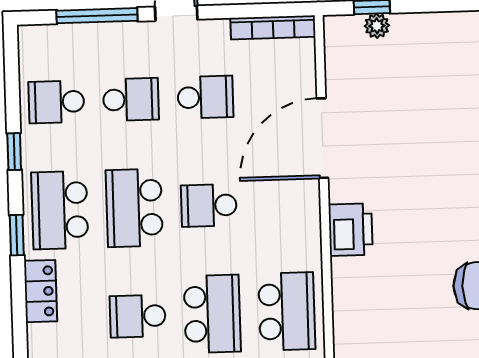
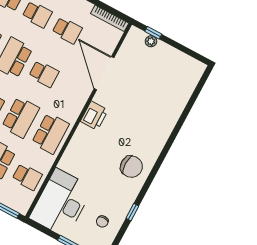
door: (322, 138) -> (104, 73), hinge flipped
school desk: (209, 205) -> (44, 74), turned 180

